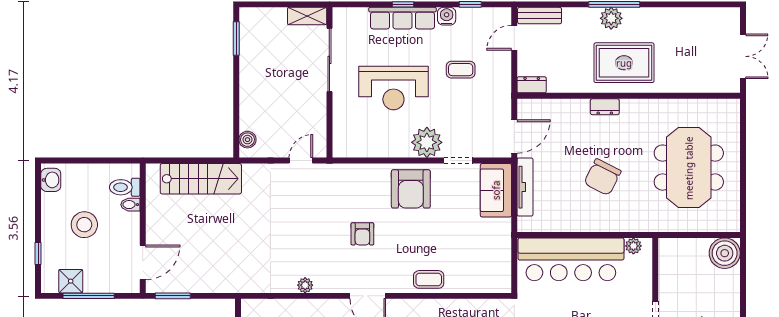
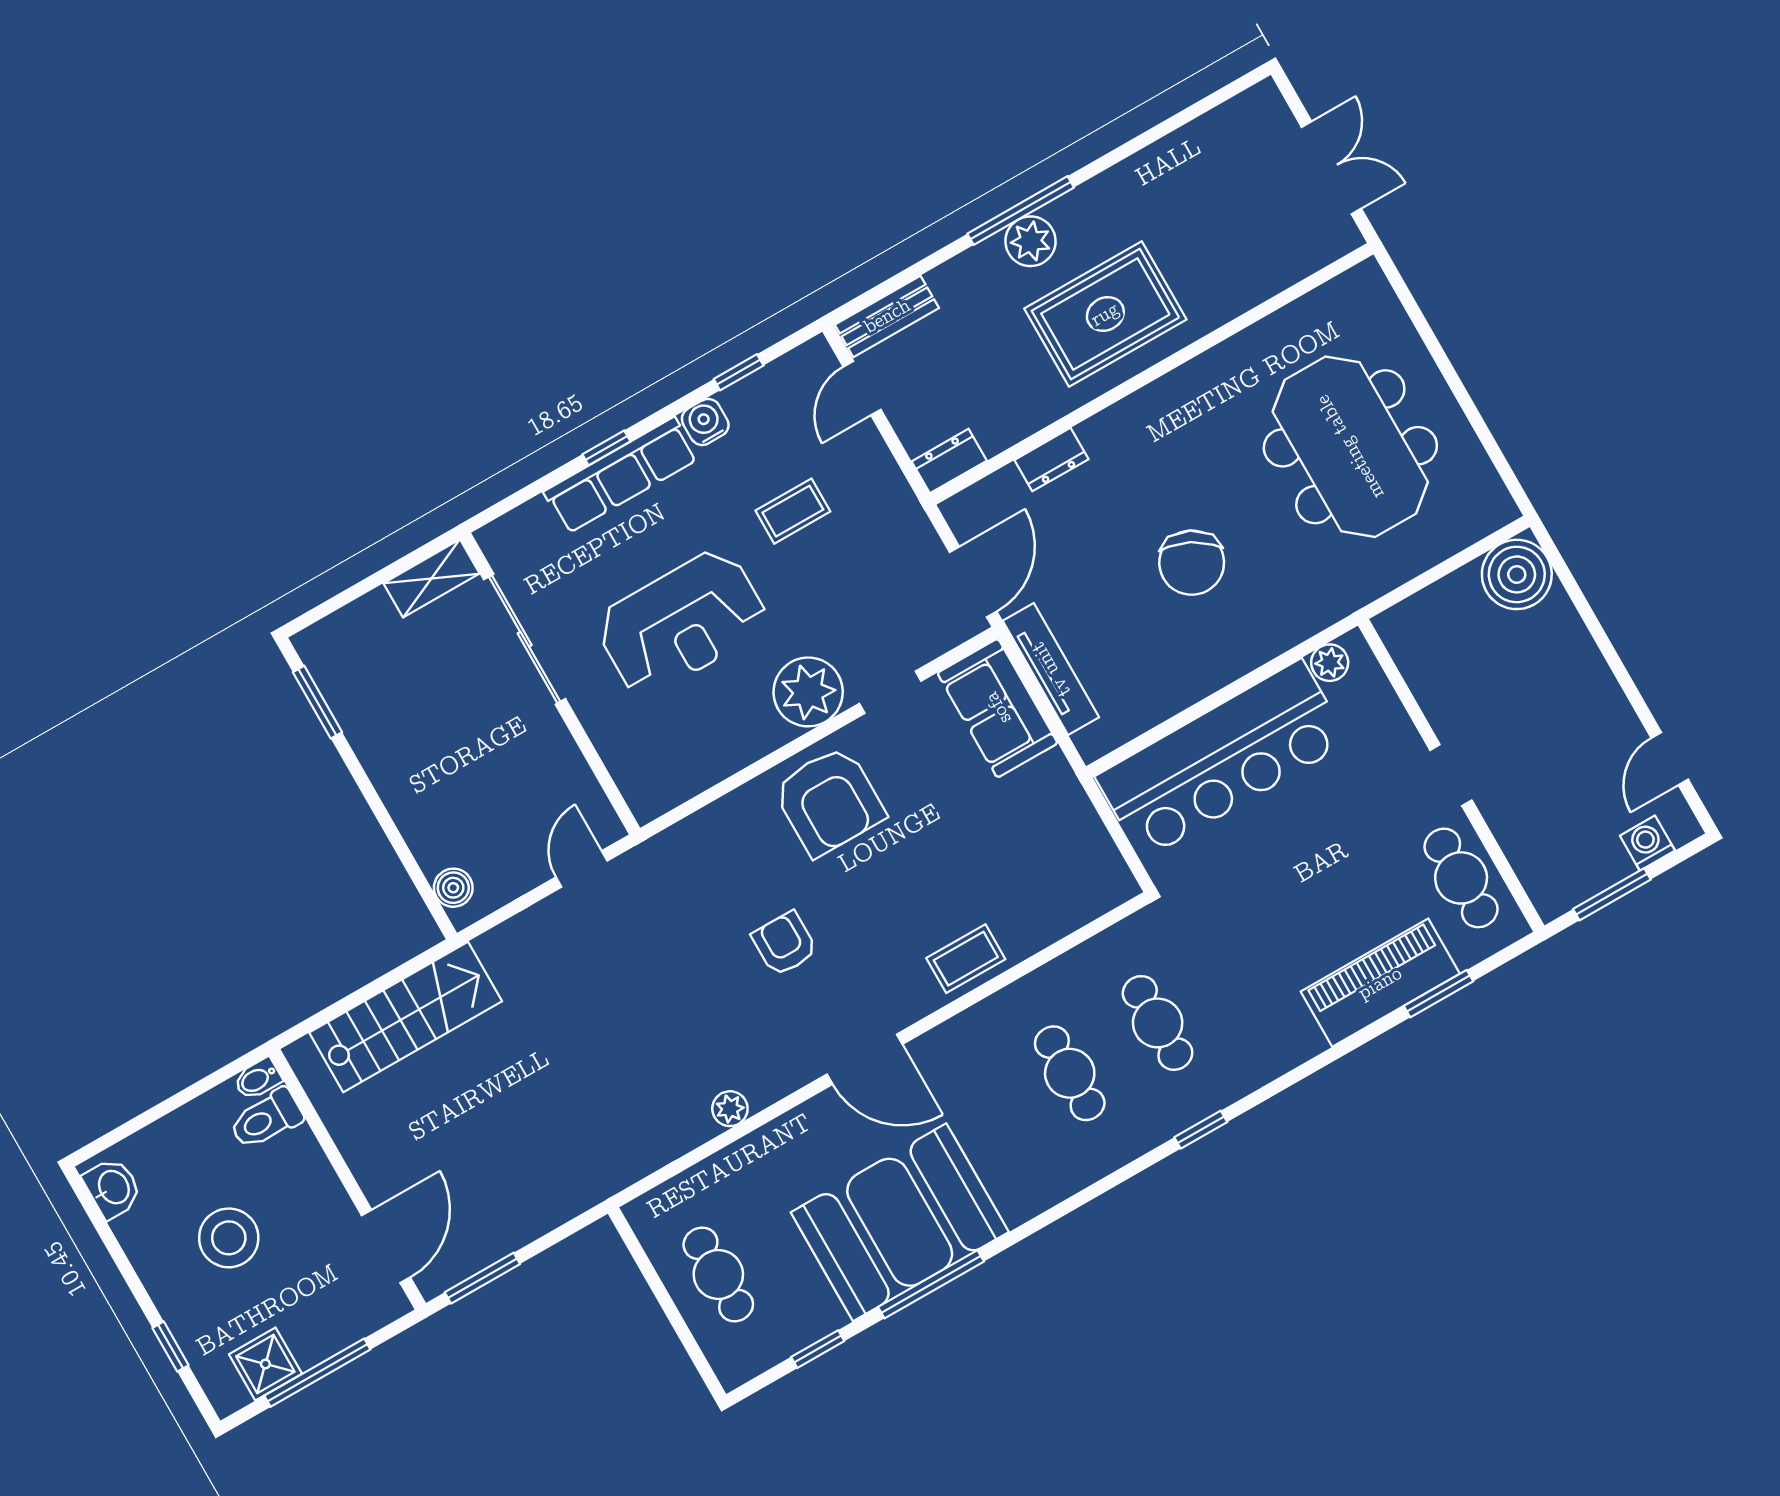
dresser: (605, 107) -> (1051, 460), moved
bidet: (130, 205) -> (258, 1079), moved
armchair: (362, 234) -> (785, 944), turned 180

